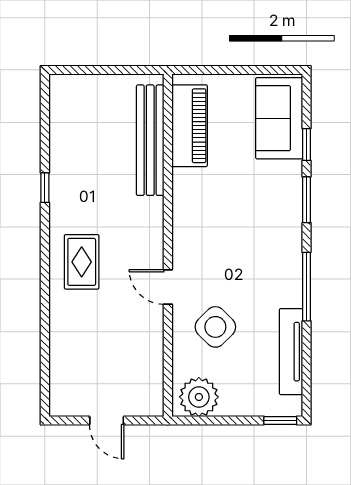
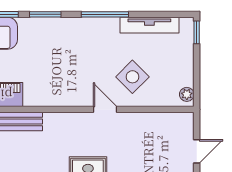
door: (168, 287) -> (105, 109), swing flipped
plant: (199, 397) -> (187, 94), width x0.53, depth x0.53

